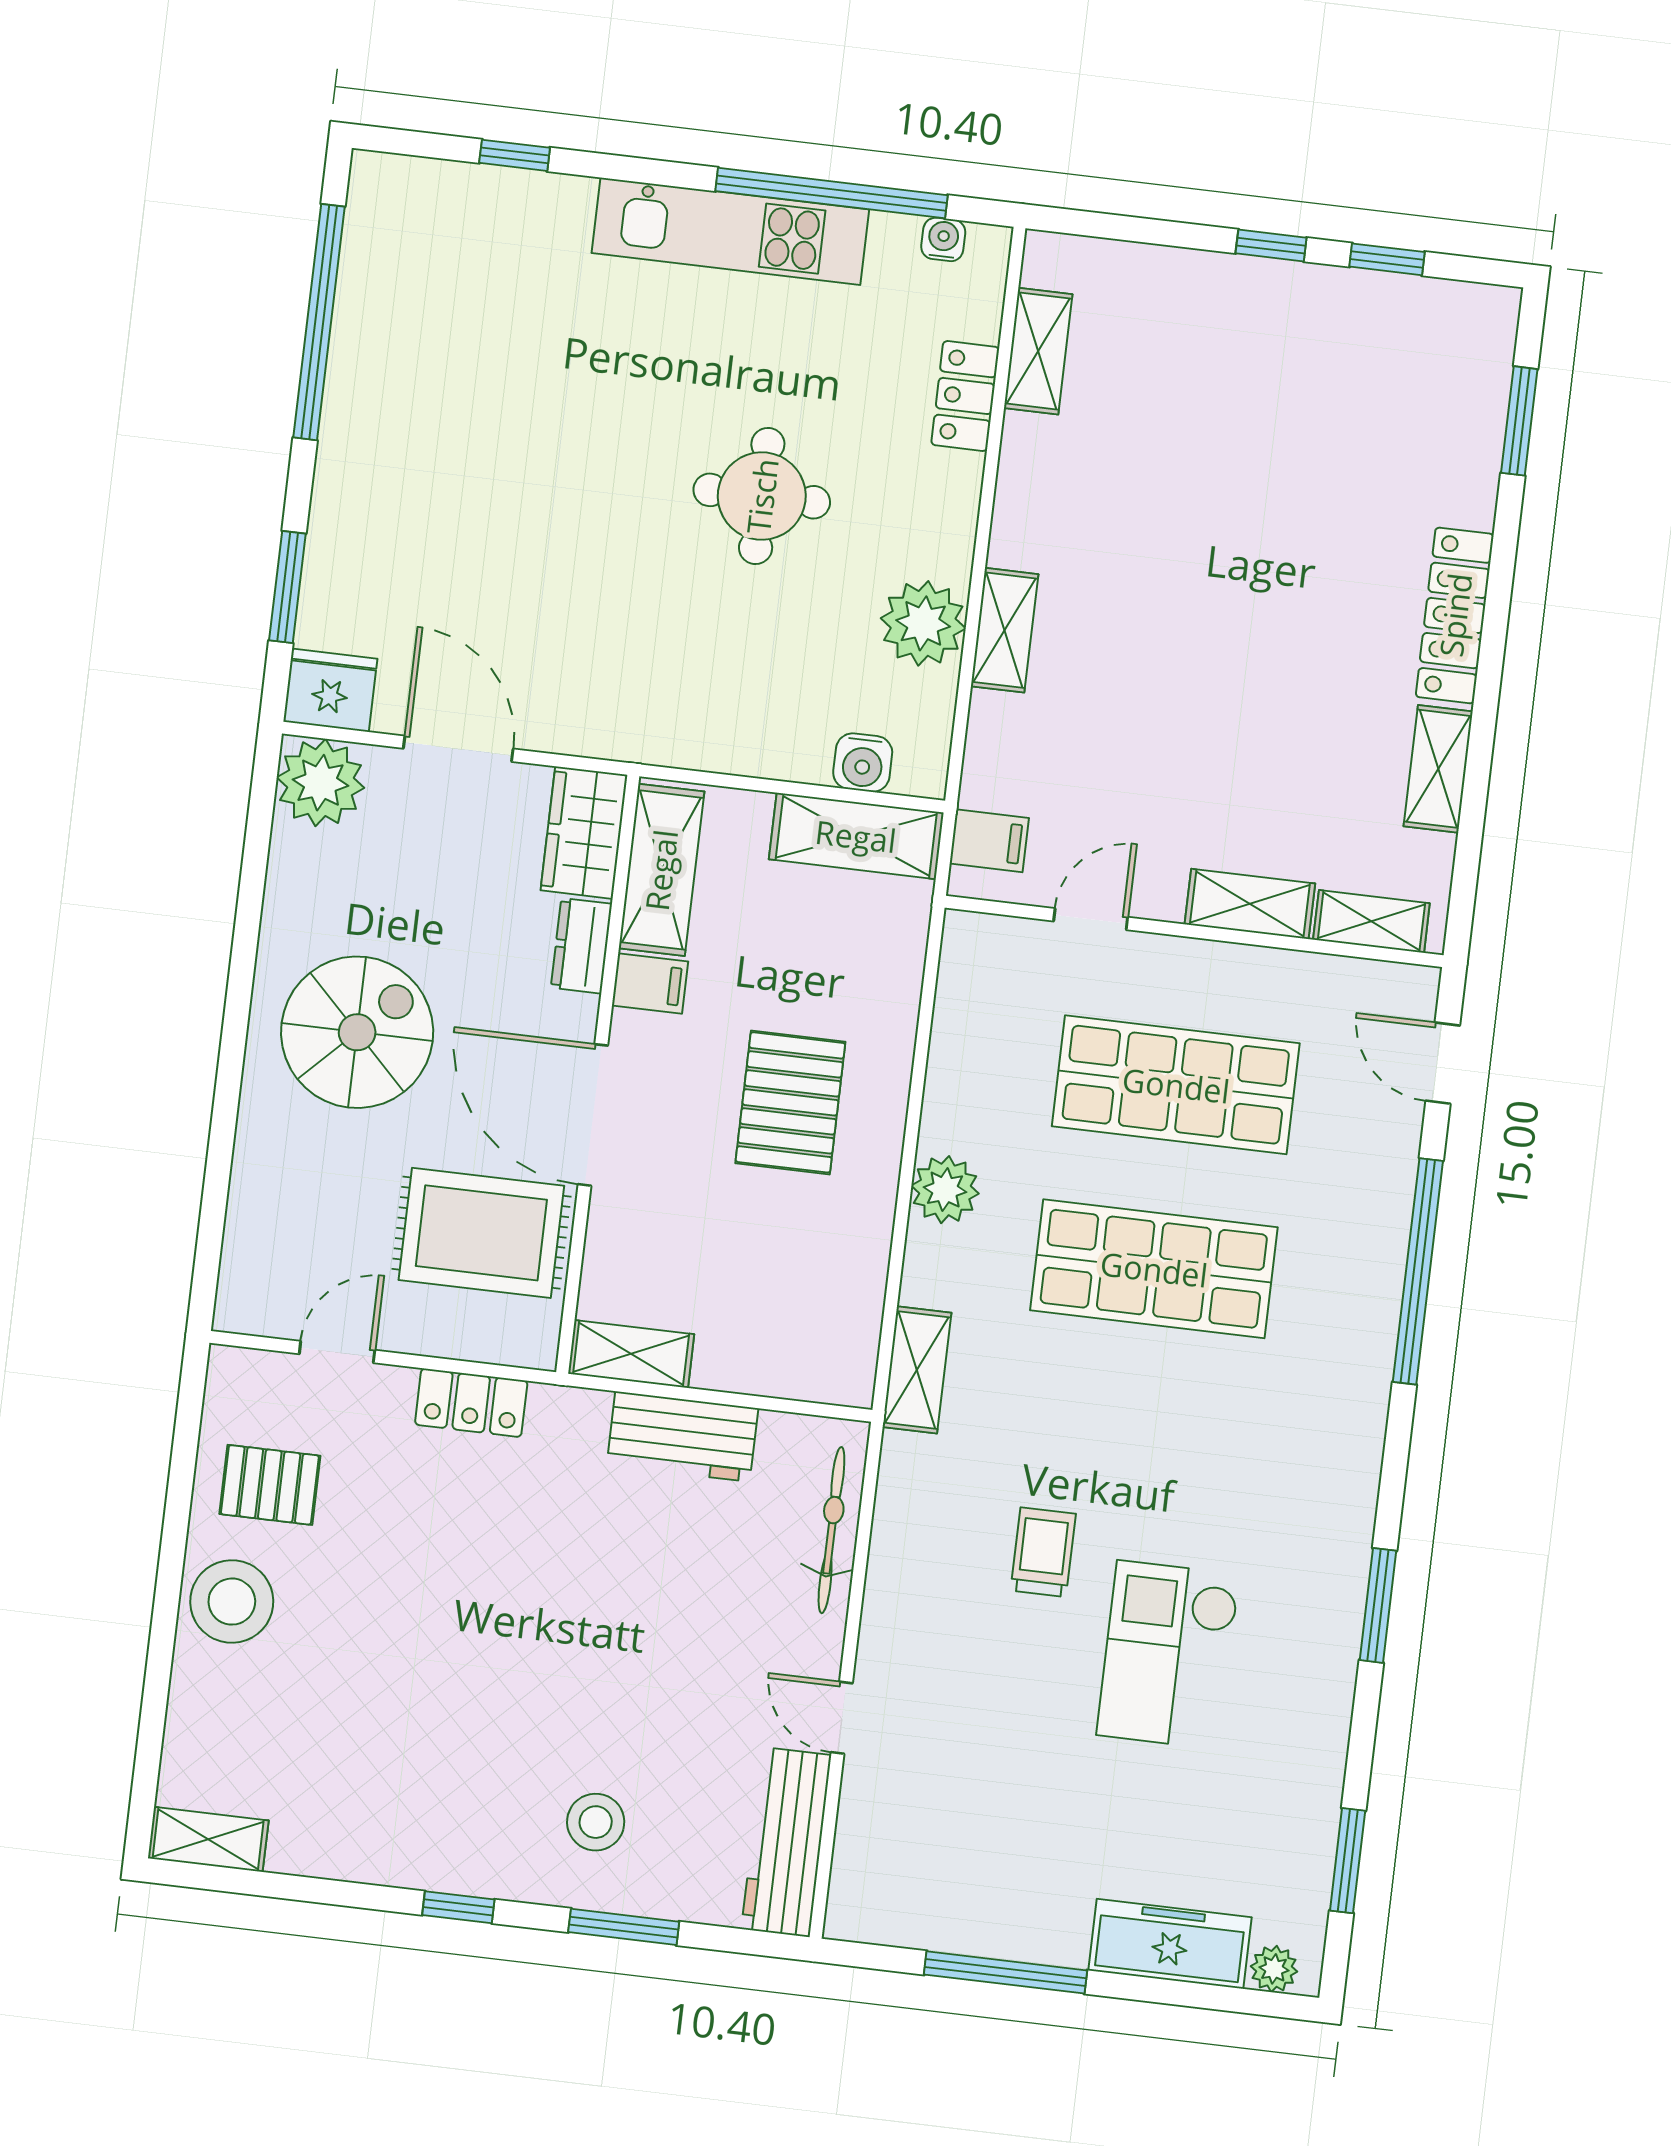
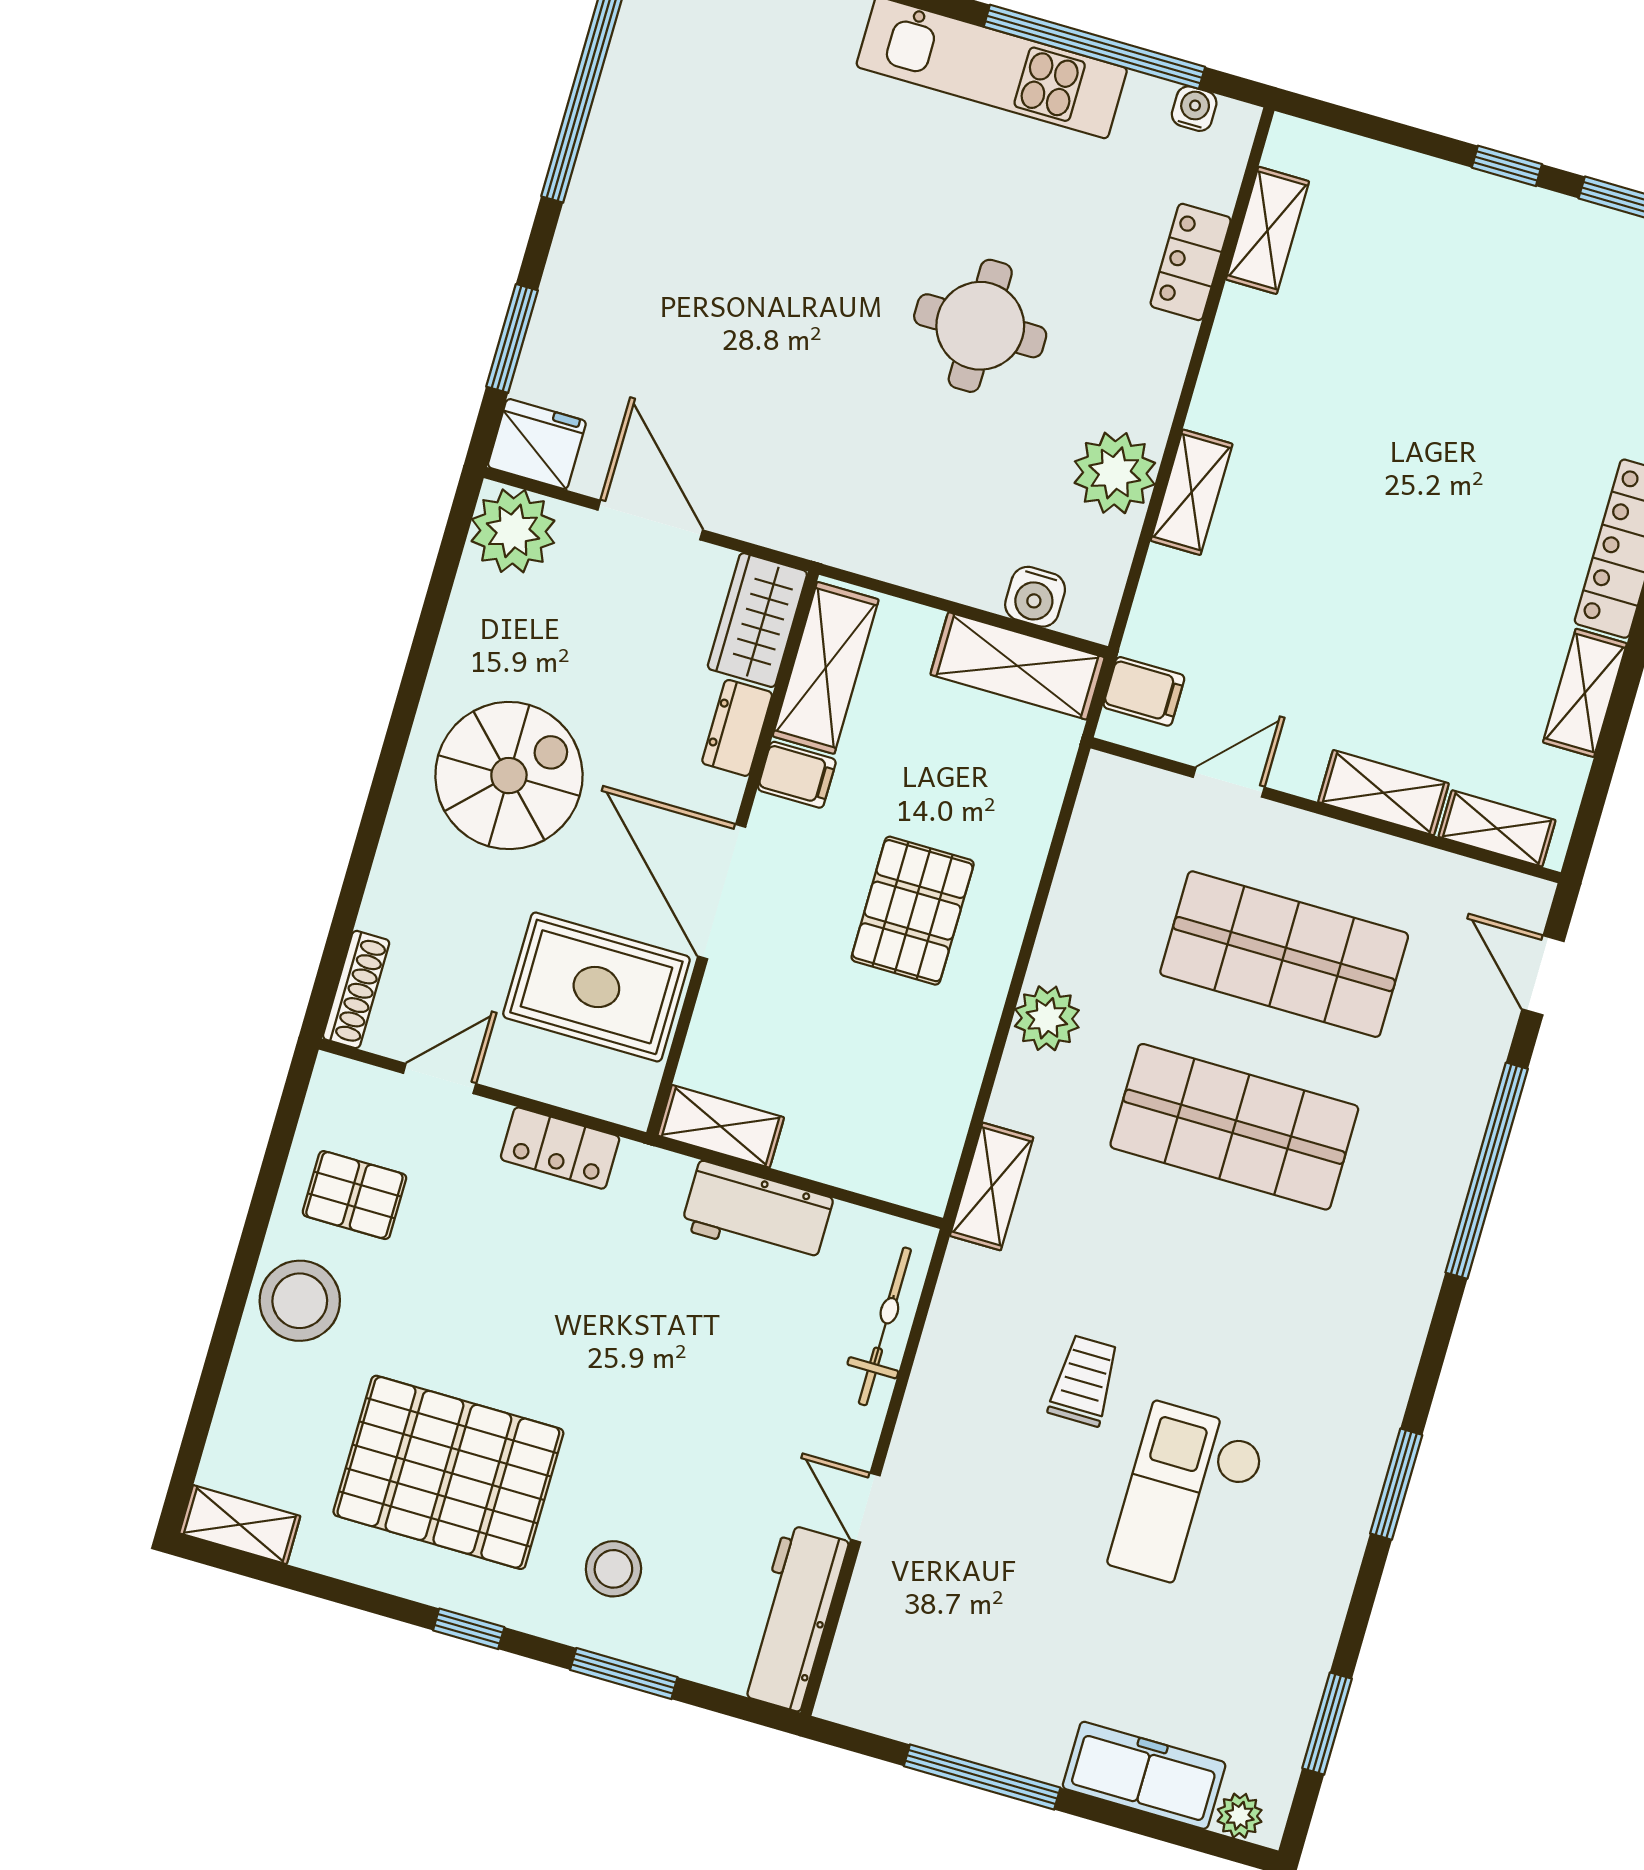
shoe rack: (237, 1275) -> (356, 989), added
pallet: (412, 1751) -> (448, 1472), added

